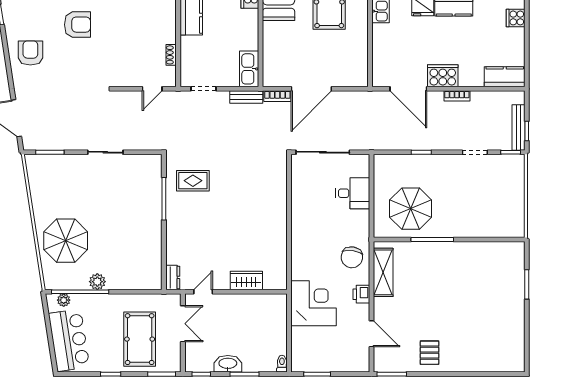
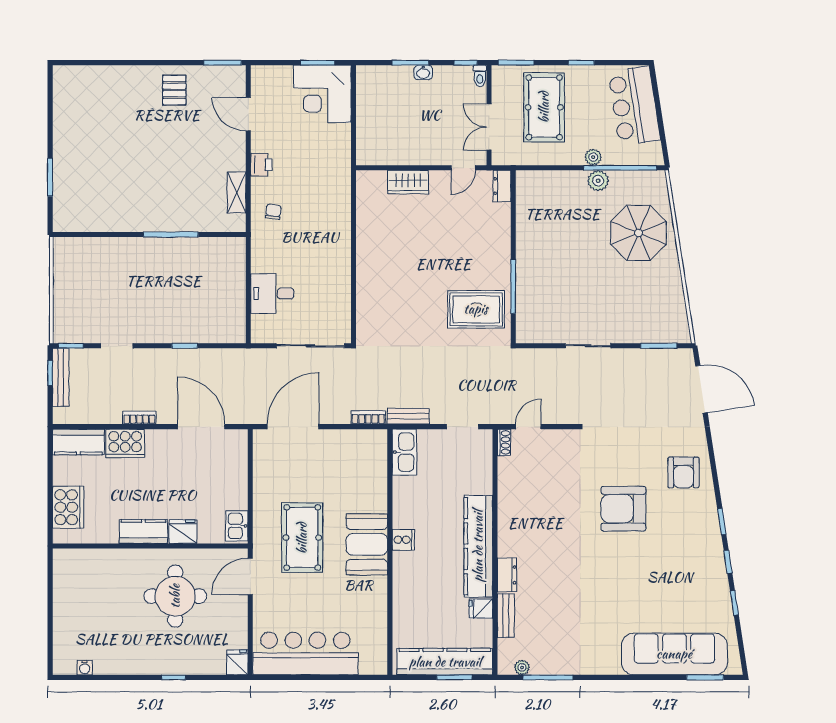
cooker: (516, 18) -> (68, 507), width x1.87, depth x1.31
armchair: (77, 25) -> (623, 509), width x1.36, depth x1.36
shoe rack: (171, 55) -> (504, 442), moved
cooker: (443, 76) -> (125, 443), moved
door: (311, 89) -> (293, 427), moved
rug: (193, 181) -> (476, 309), width x1.36, depth x1.43
parasol: (411, 209) -> (198, 274), removed
chair: (352, 257) -> (273, 212), width x0.54, depth x0.54
shelving: (383, 272) -> (237, 193), width x0.67, depth x0.75
plant: (64, 300) -> (593, 157), moved
corner desk: (314, 303) -> (322, 94), moved
washbasin: (228, 364) -> (423, 72), width x0.52, depth x0.69
toilet: (282, 364) -> (480, 76), moved

